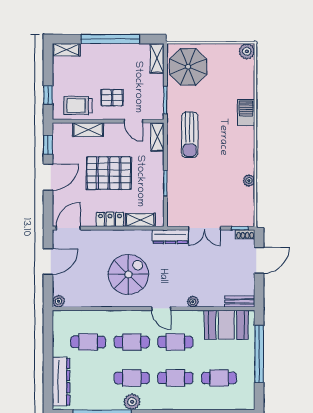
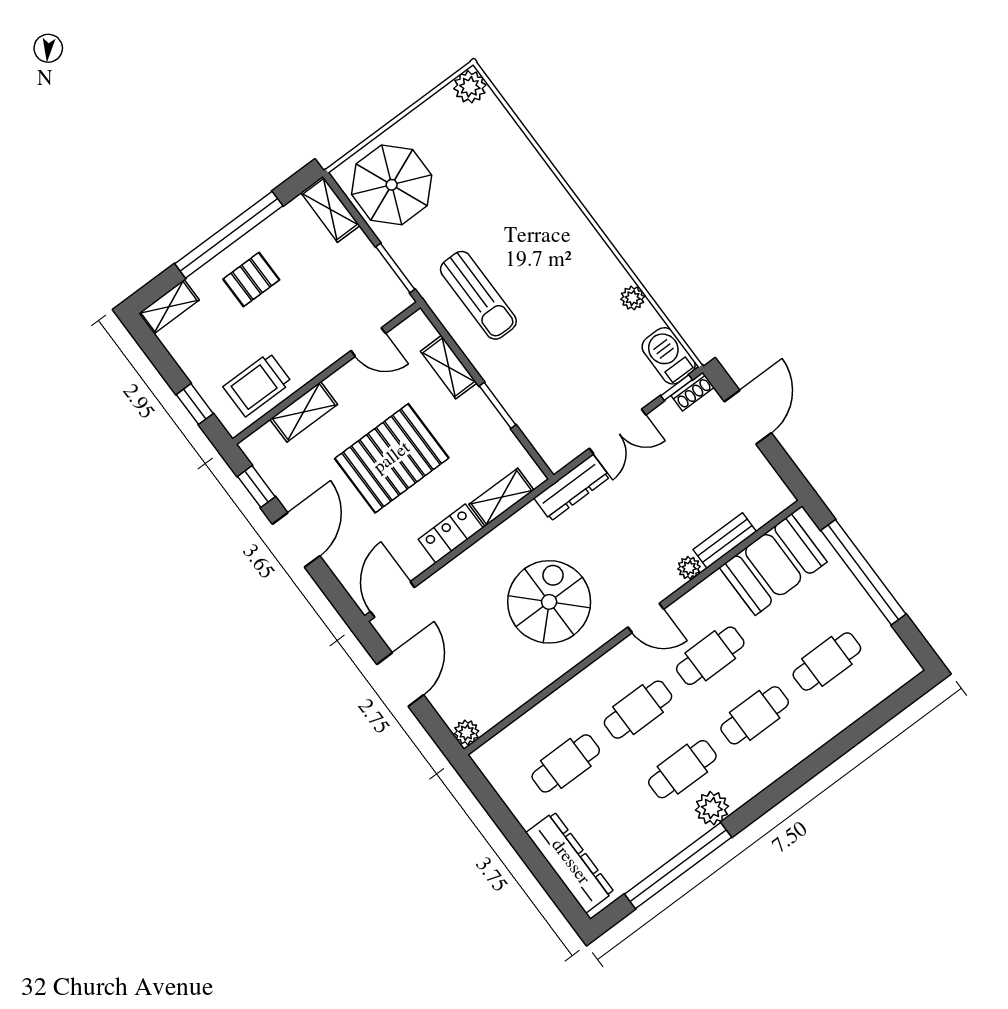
pallet: (112, 98) -> (251, 279), moved
barbecue: (246, 113) -> (669, 356), moved
shelving: (157, 137) -> (449, 367), moved
bench: (240, 302) -> (725, 541), moved

